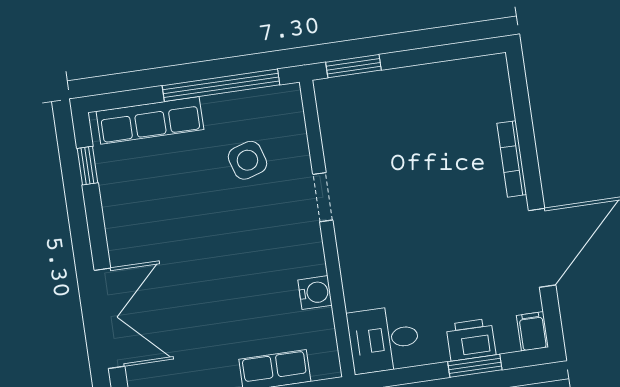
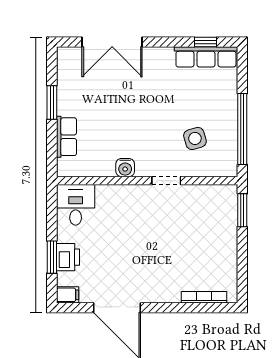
row of seats: (150, 120) -> (206, 57), moved, turned -90
bookcase: (512, 159) -> (204, 297), moved
water cooler: (315, 293) -> (125, 168), moved

